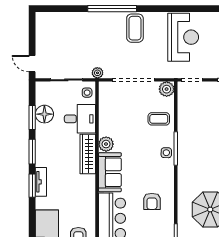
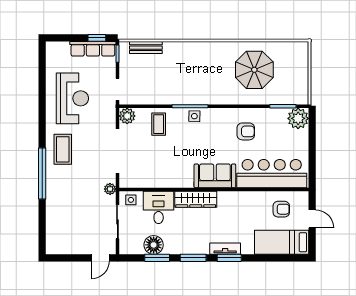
coffee table: (135, 28) -> (63, 149), turned 90
reception desk: (183, 37) -> (72, 98), turned 90
plant: (106, 144) -> (185, 180), removed

